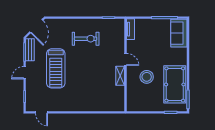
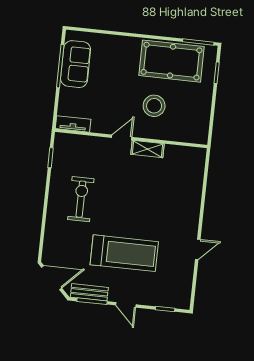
sofa: (179, 33) -> (76, 64), moved, turned -90
door: (42, 112) -> (198, 249), moved

